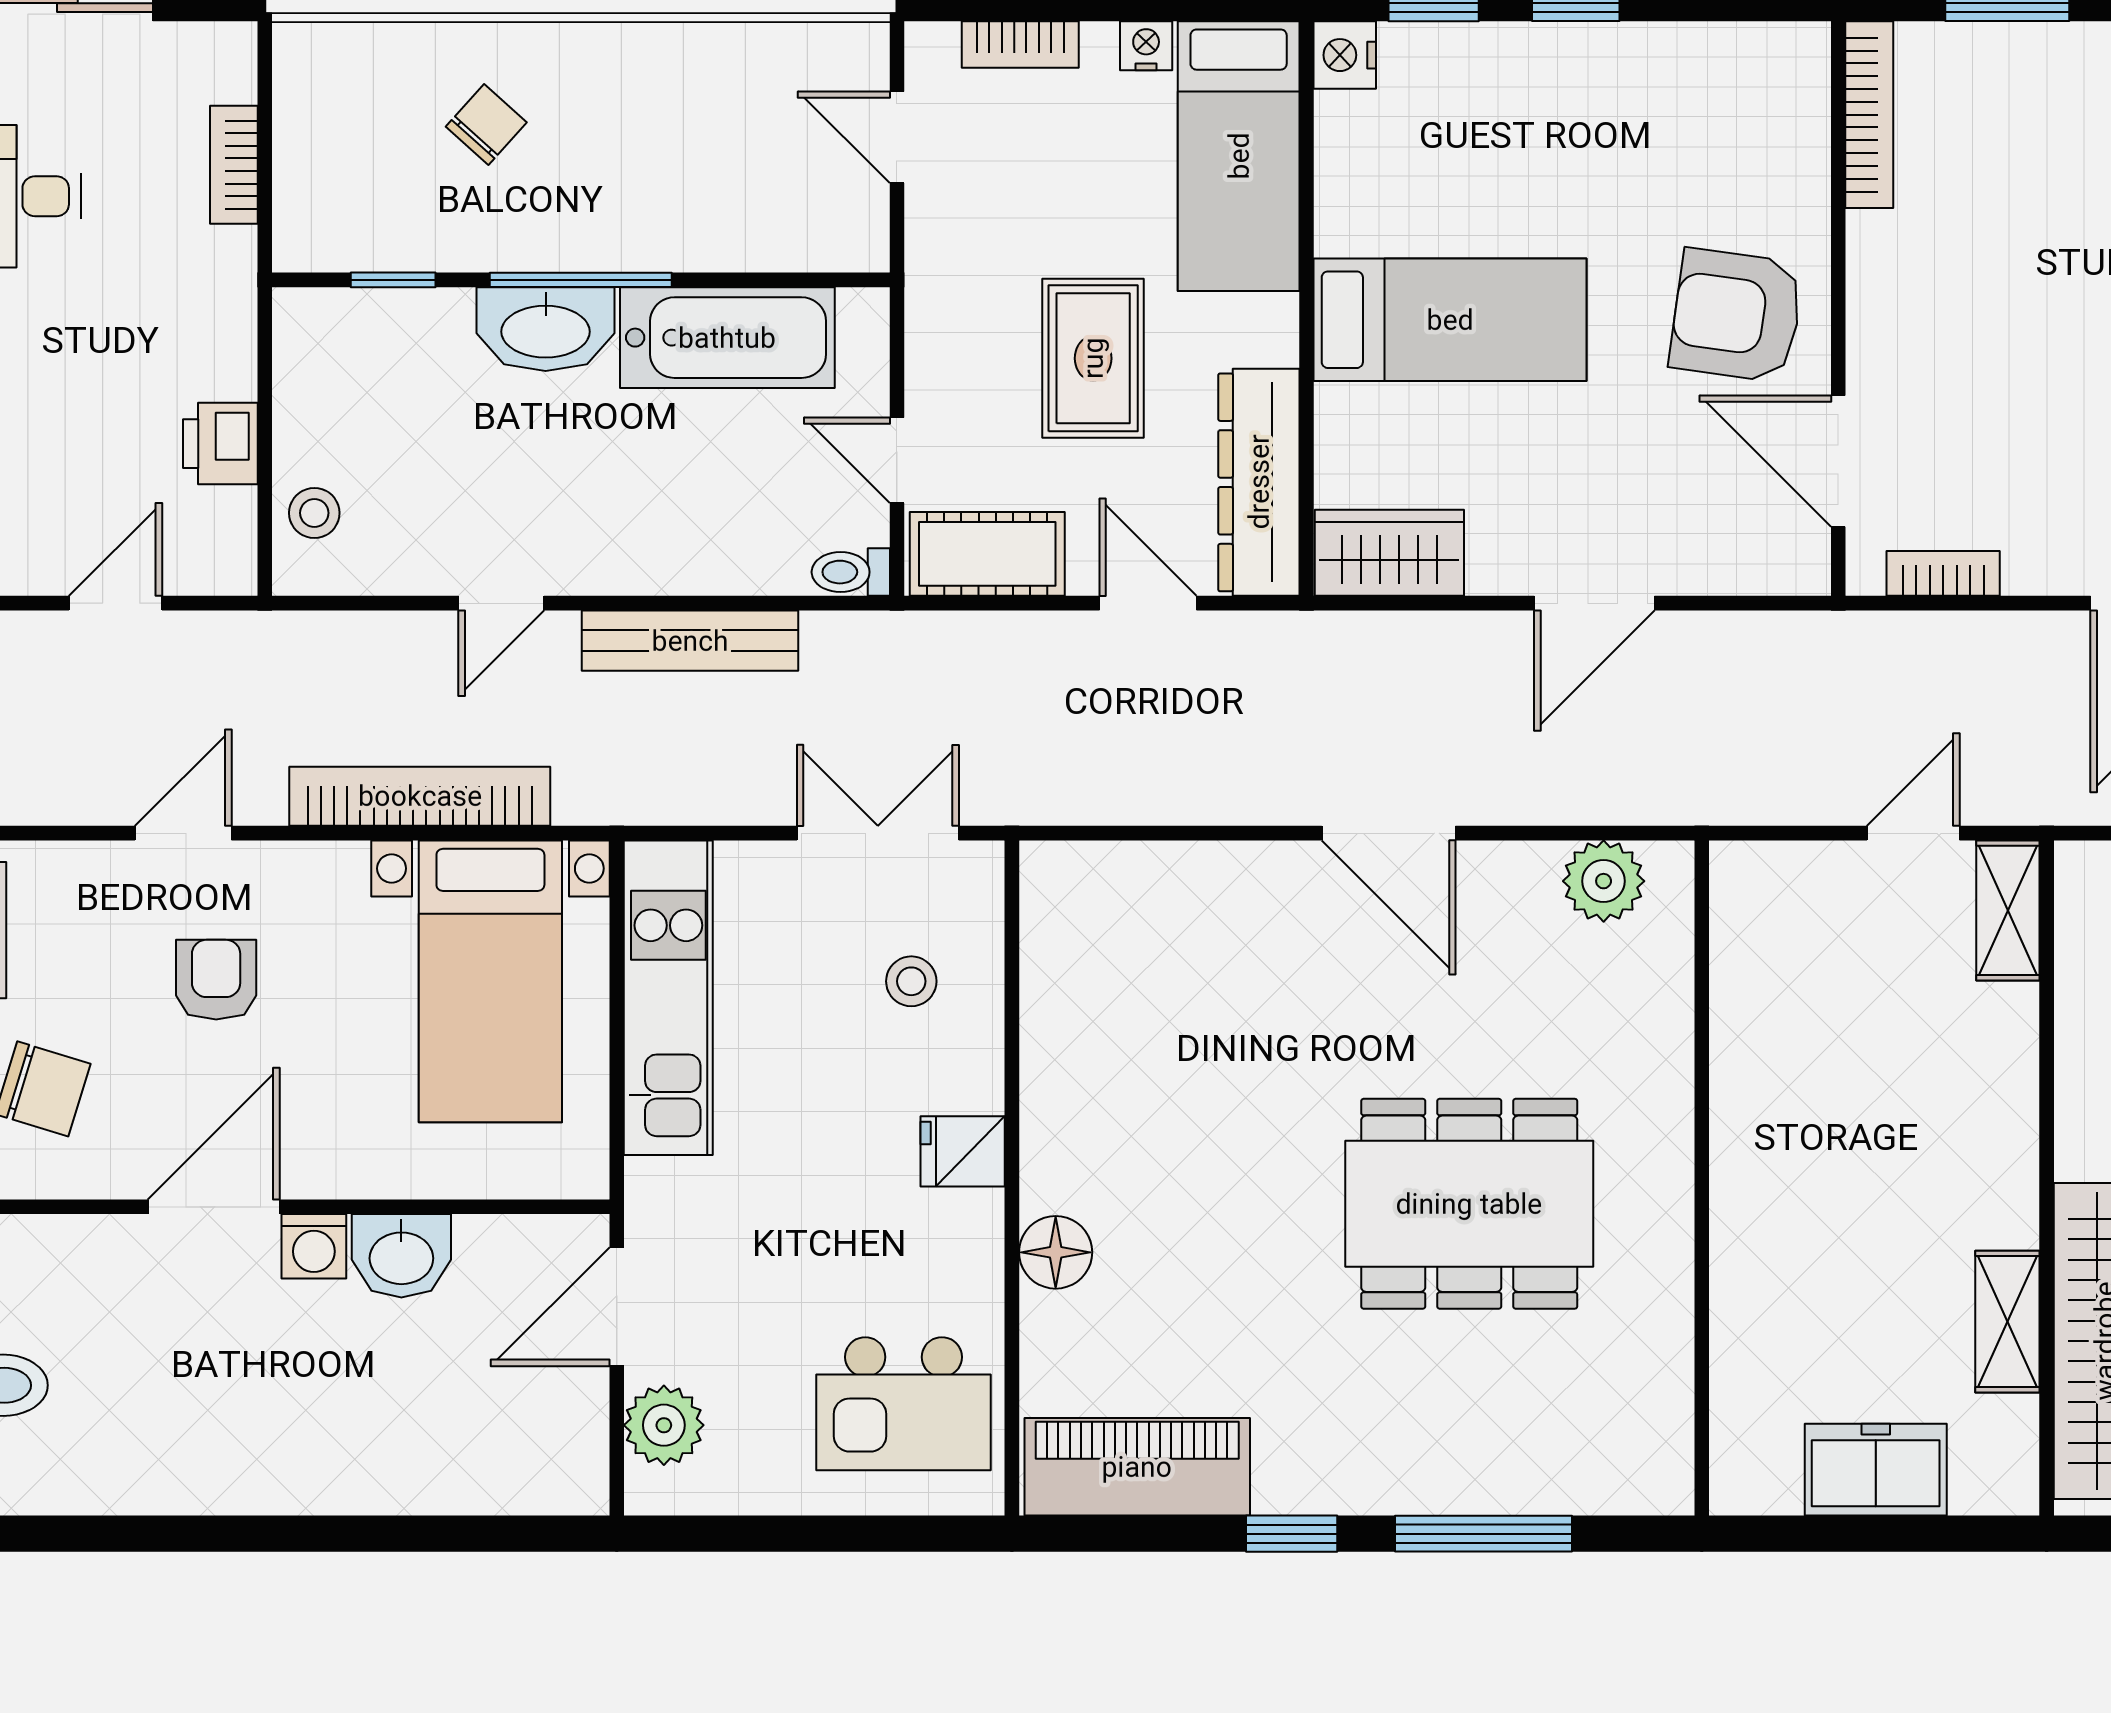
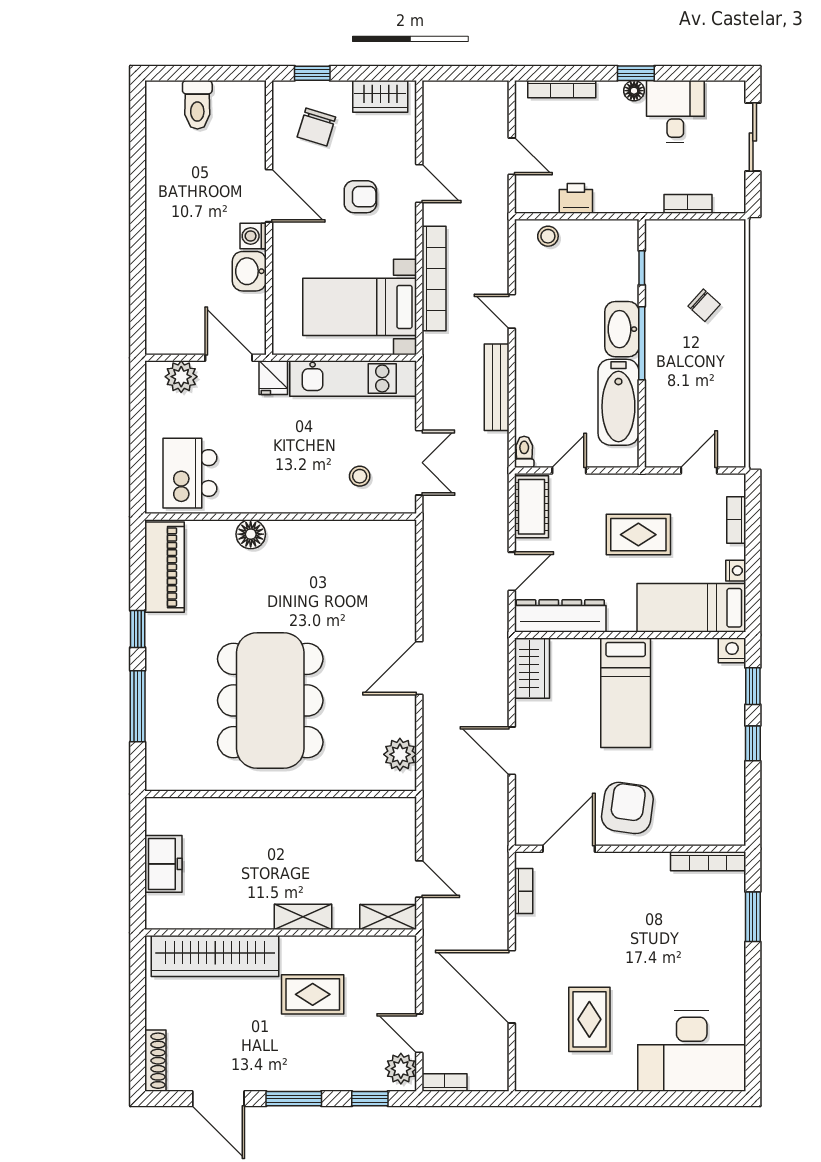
rug: (1093, 358) -> (638, 535), moved
fridge: (963, 1151) -> (273, 378), moved, turned 180
dining table: (1469, 1204) -> (270, 700), width x1.36, depth x1.24
shelving: (2007, 1322) -> (303, 917), moved

